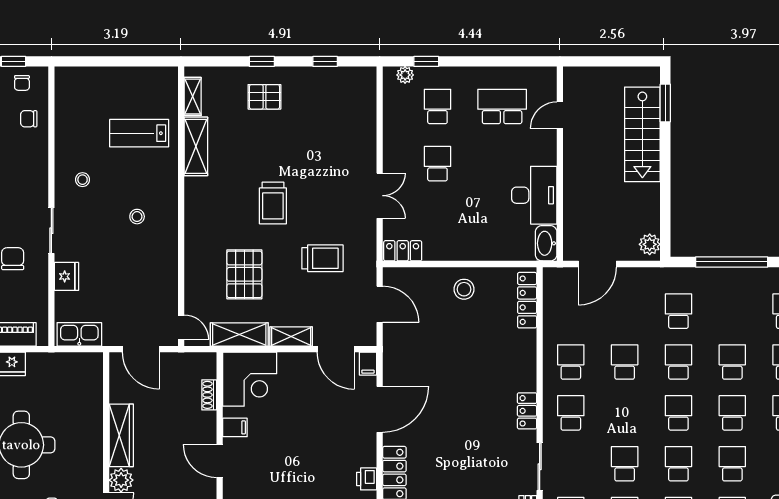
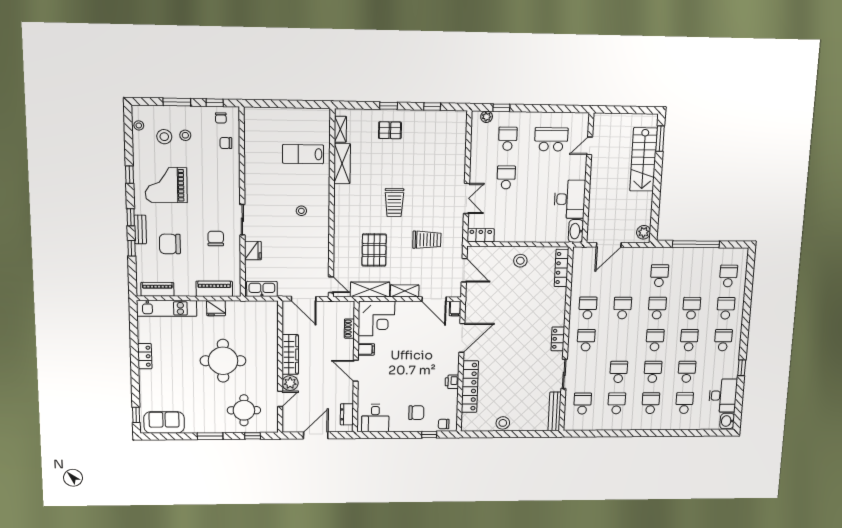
stool: (83, 180) -> (264, 185), removed

